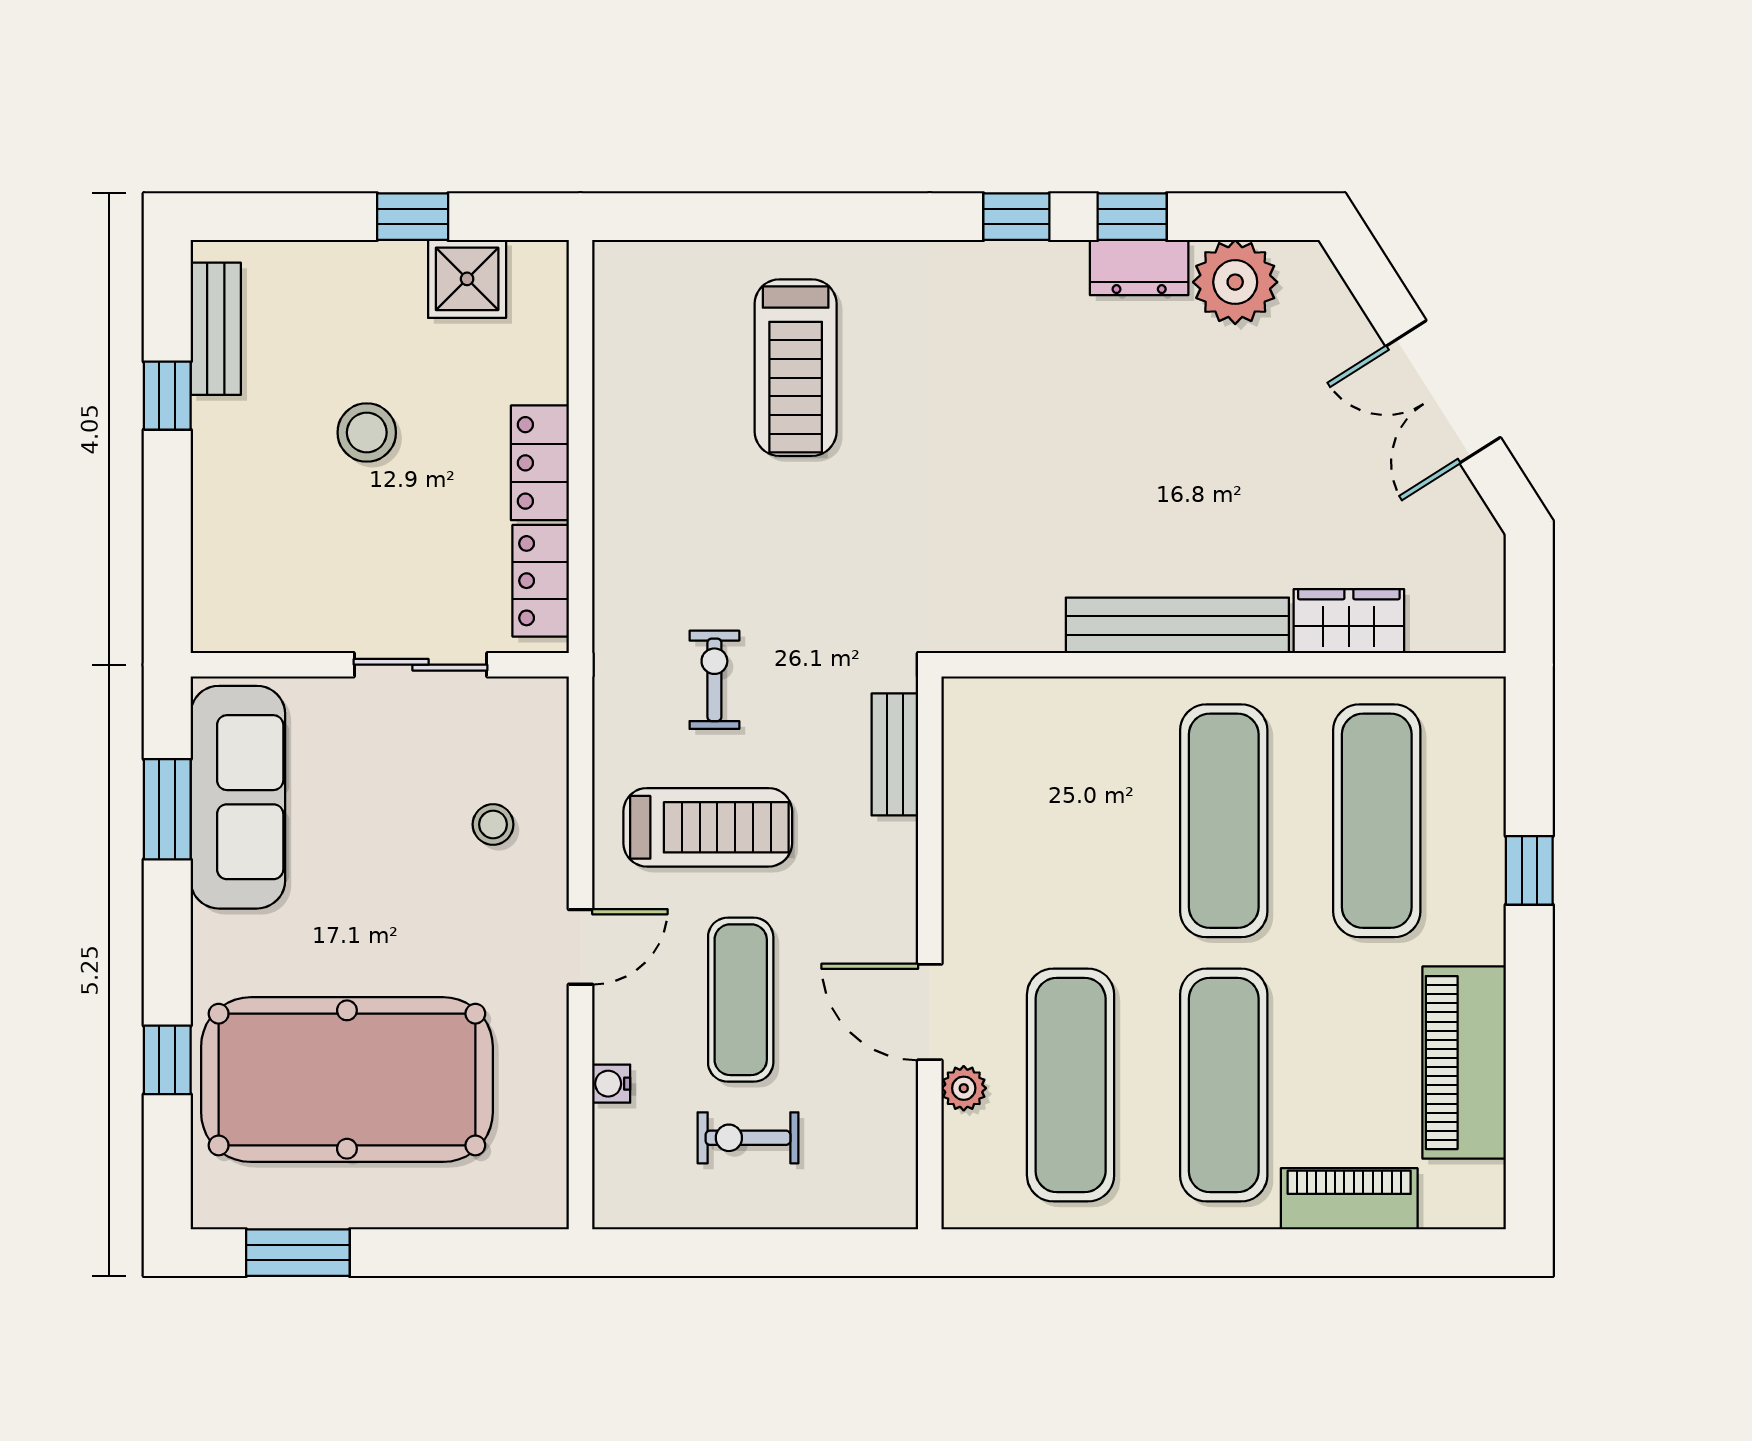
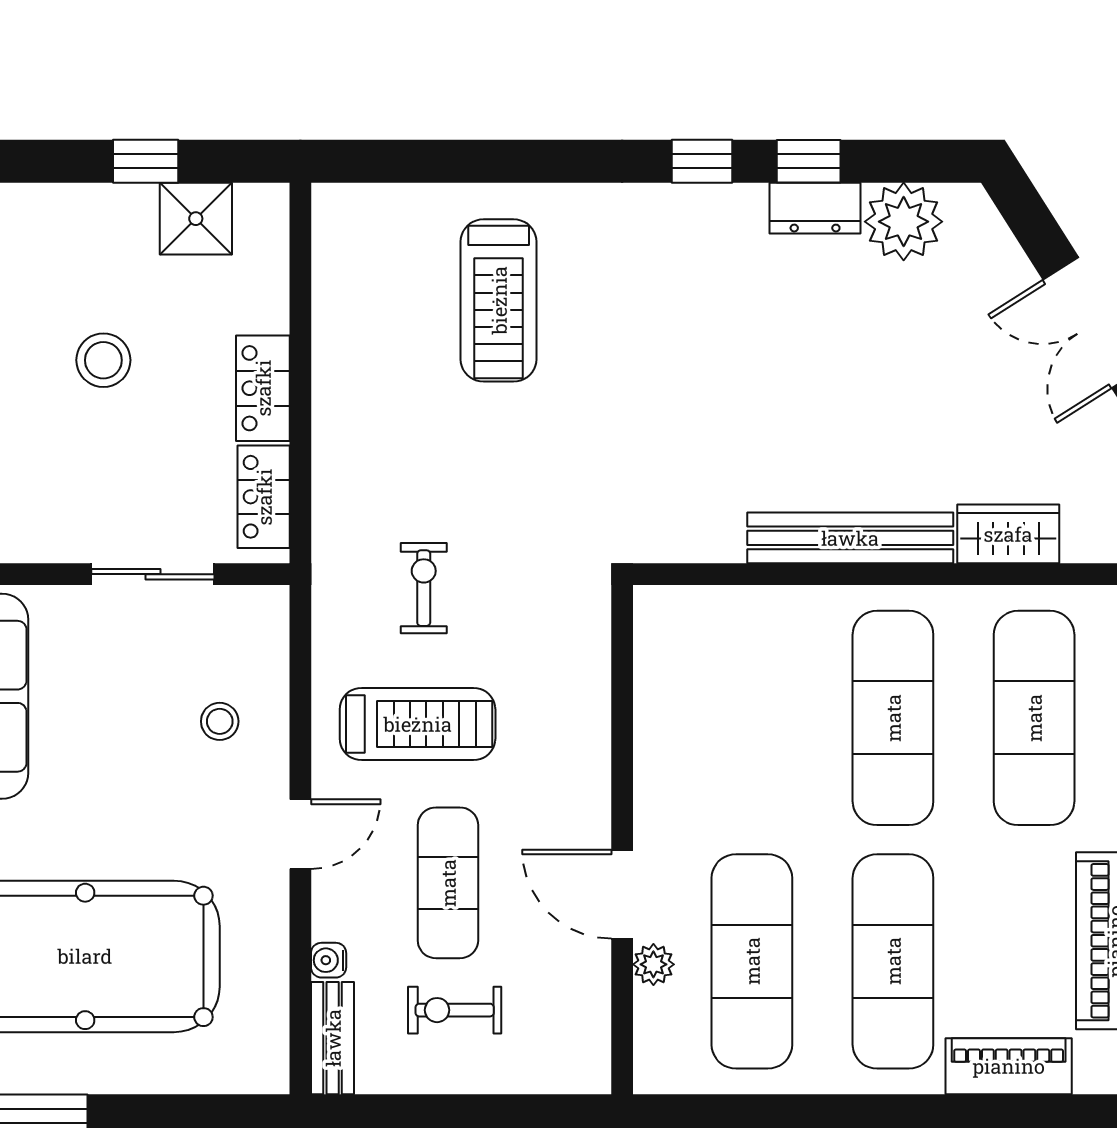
bench: (895, 754) -> (333, 1038), moved

